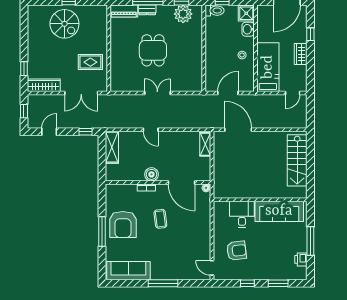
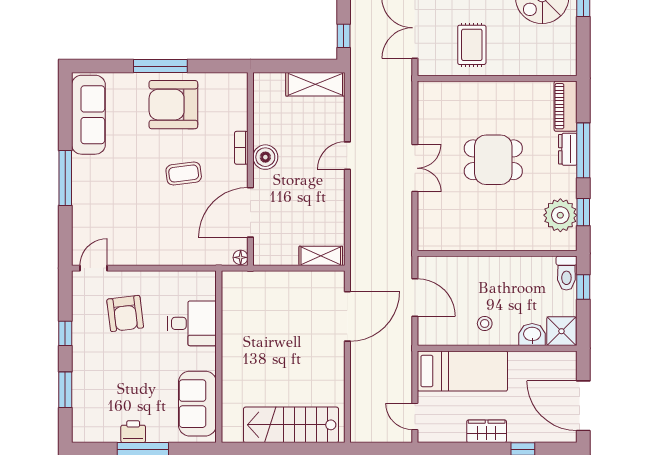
sofa: (279, 211) -> (197, 404), width x0.73
printer: (301, 259) -> (133, 432), moved

